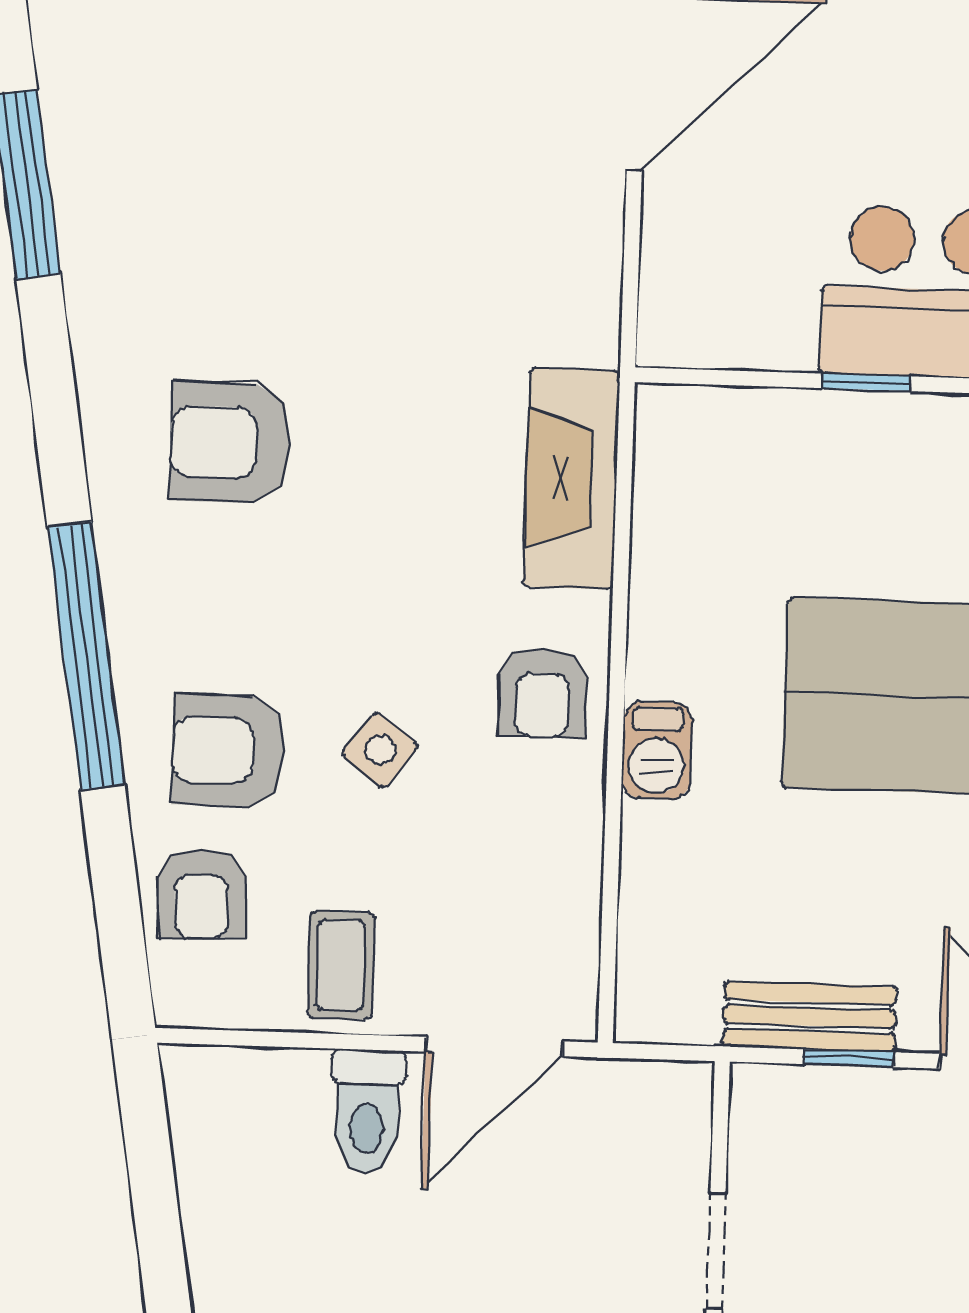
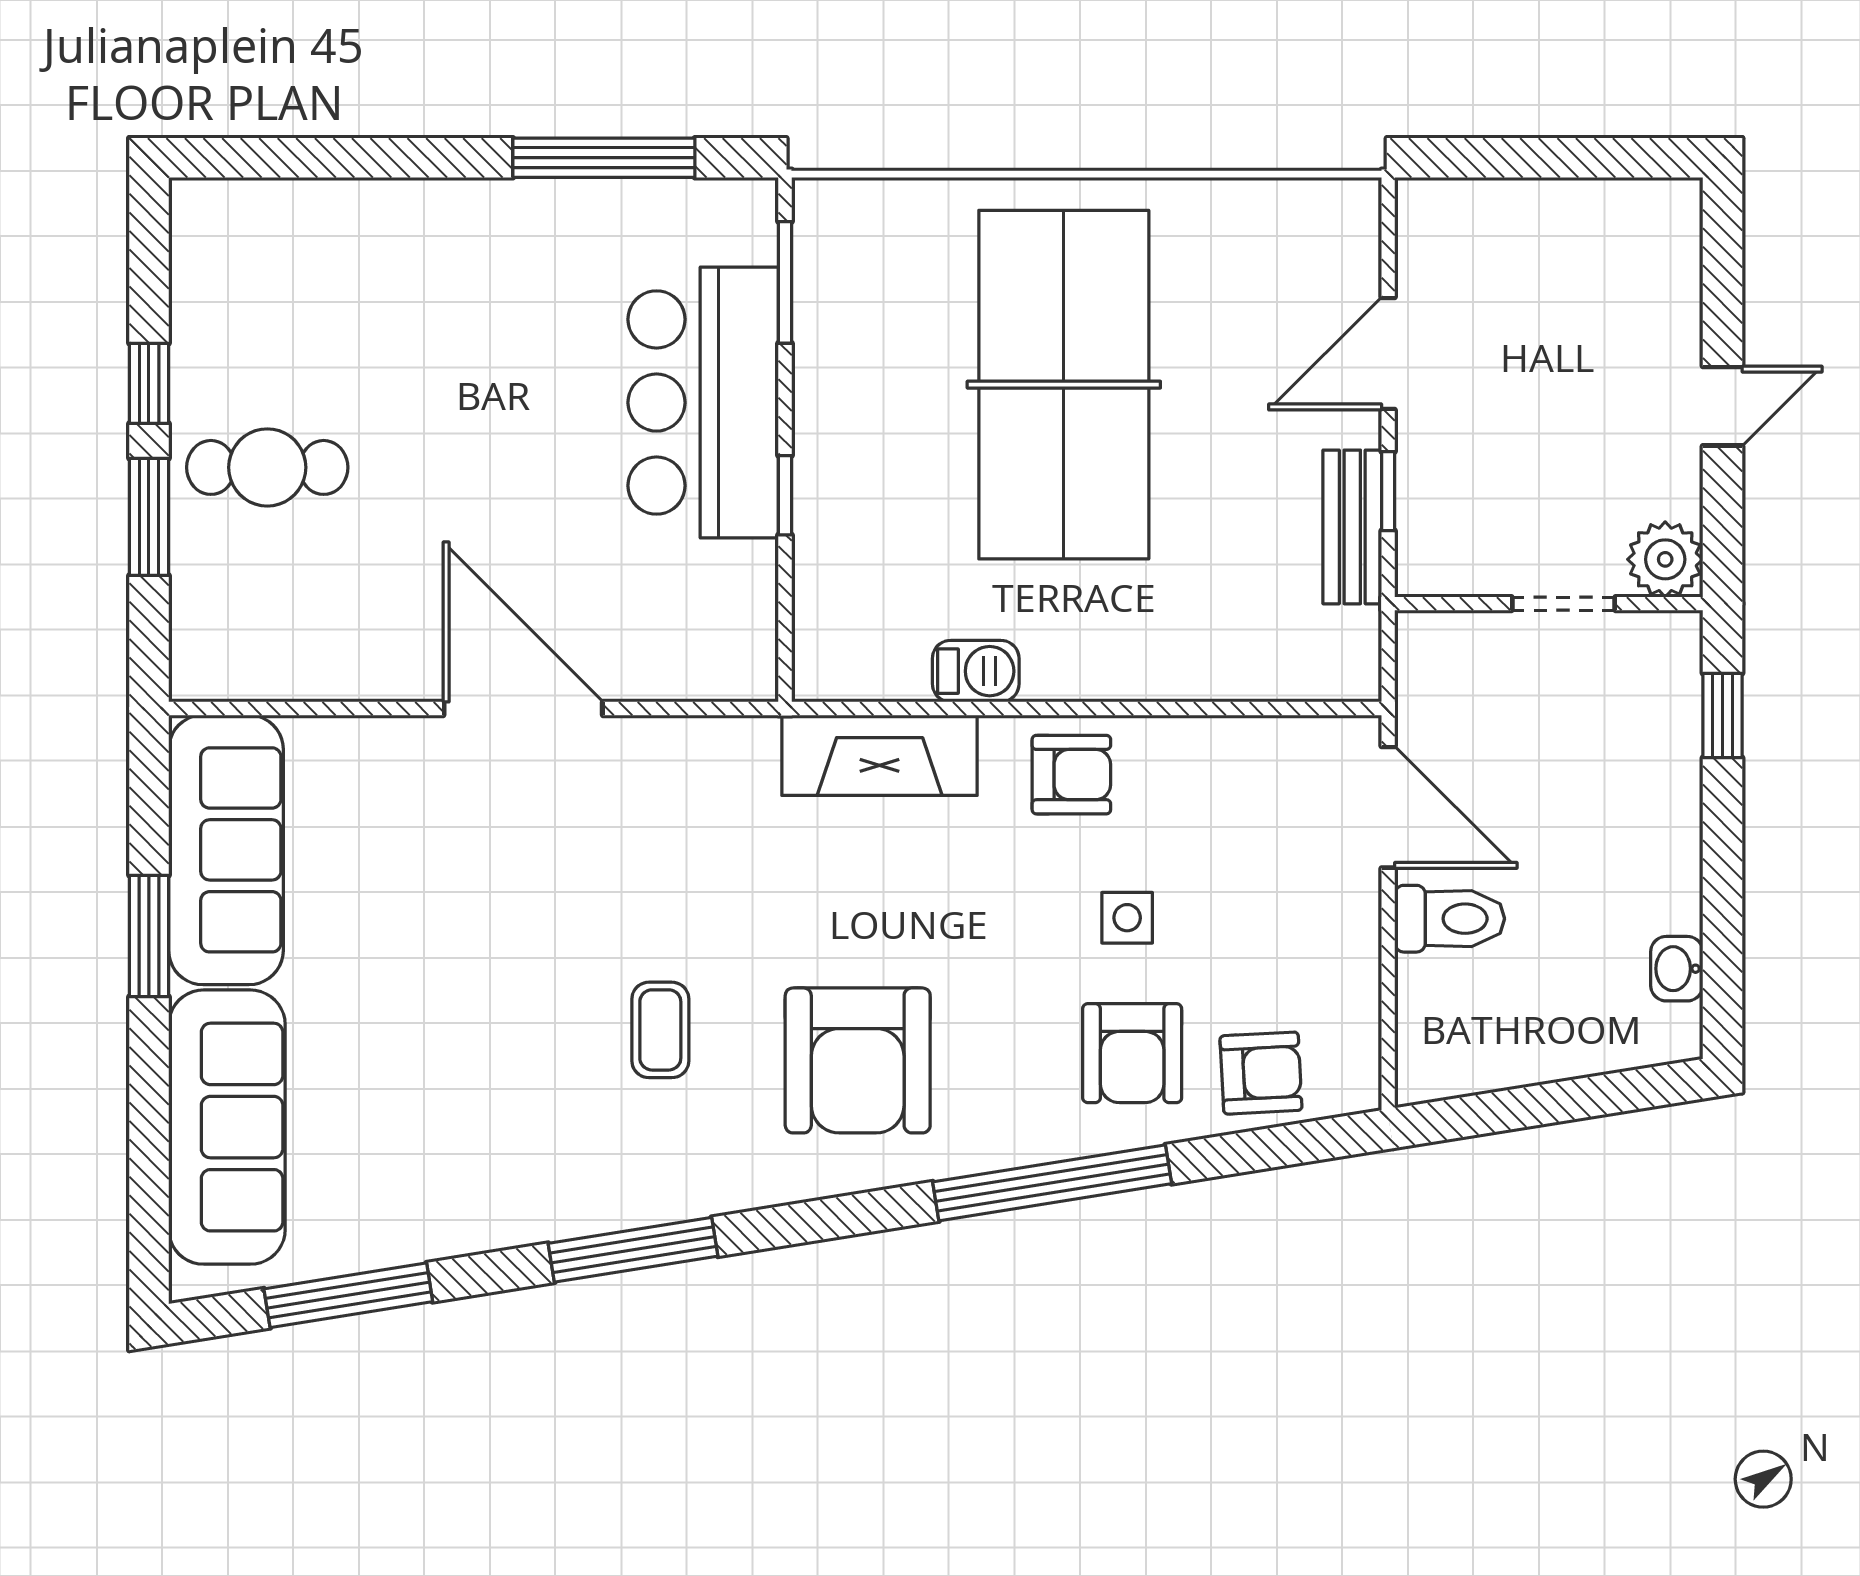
armchair: (230, 443) -> (858, 1060), width x1.36, depth x1.36
side table: (380, 750) -> (1127, 918), turned -37
barbecue: (657, 750) -> (976, 671), moved
coffee table: (341, 965) -> (660, 1030), moved, turned 90

